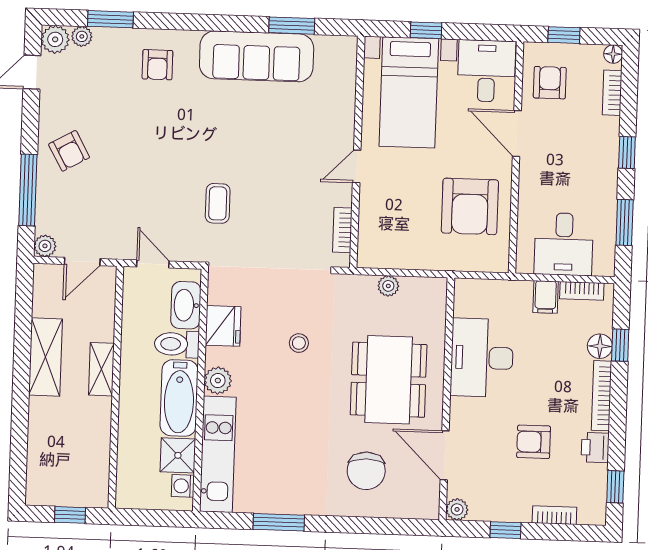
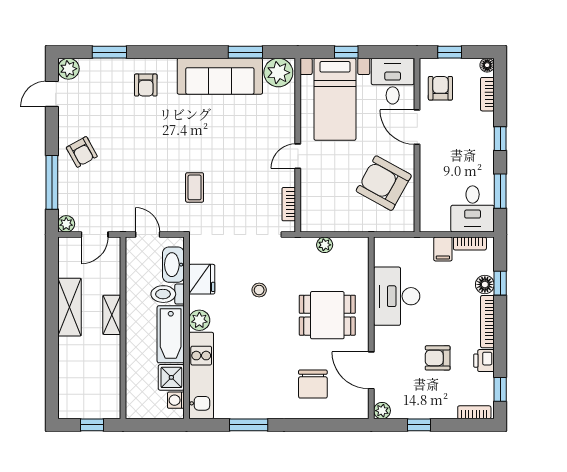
plant: (82, 36) -> (278, 73), moved, width x1.88, depth x1.88
armchair: (470, 206) -> (384, 183), turned 119
desk: (564, 244) -> (473, 209), moved
dining table: (389, 380) -> (327, 315), width x0.73
bookcase: (554, 515) -> (474, 412), moved

